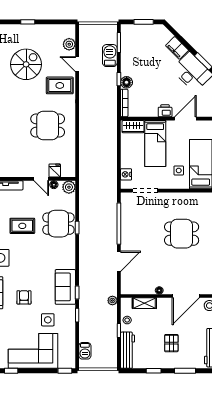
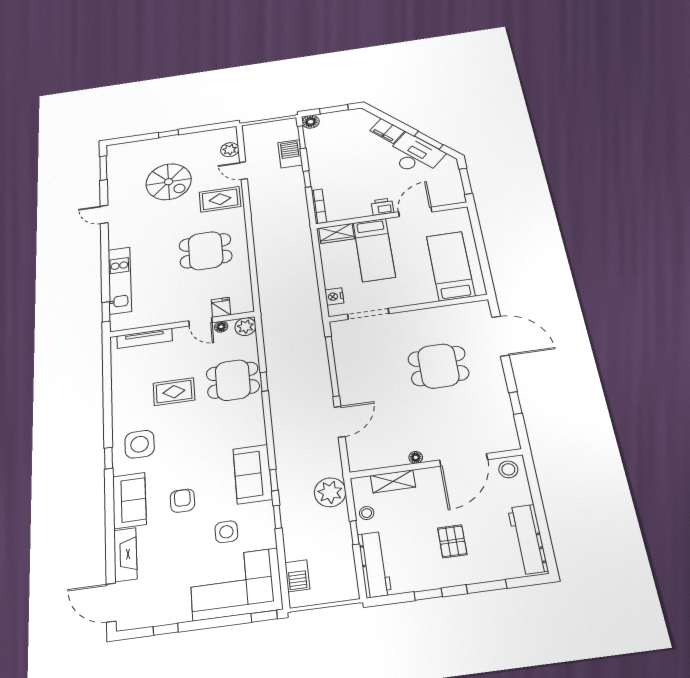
spiral stairs: (26, 64) -> (169, 182), turned 90
floor lamp: (127, 82) -> (311, 122), moved
side table: (179, 170) -> (417, 279), removed
plant: (112, 301) -> (330, 492), width x1.88, depth x1.88
corner sofa: (33, 351) -> (236, 584), moved

